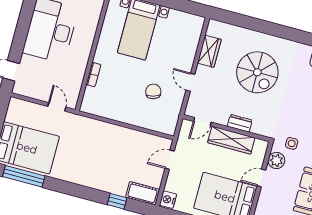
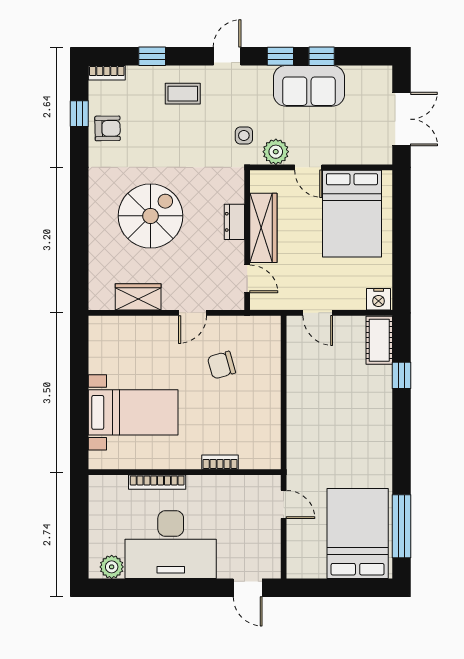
bookcase: (91, 32) -> (157, 482), added
door: (57, 107) -> (284, 504), swing flipped

